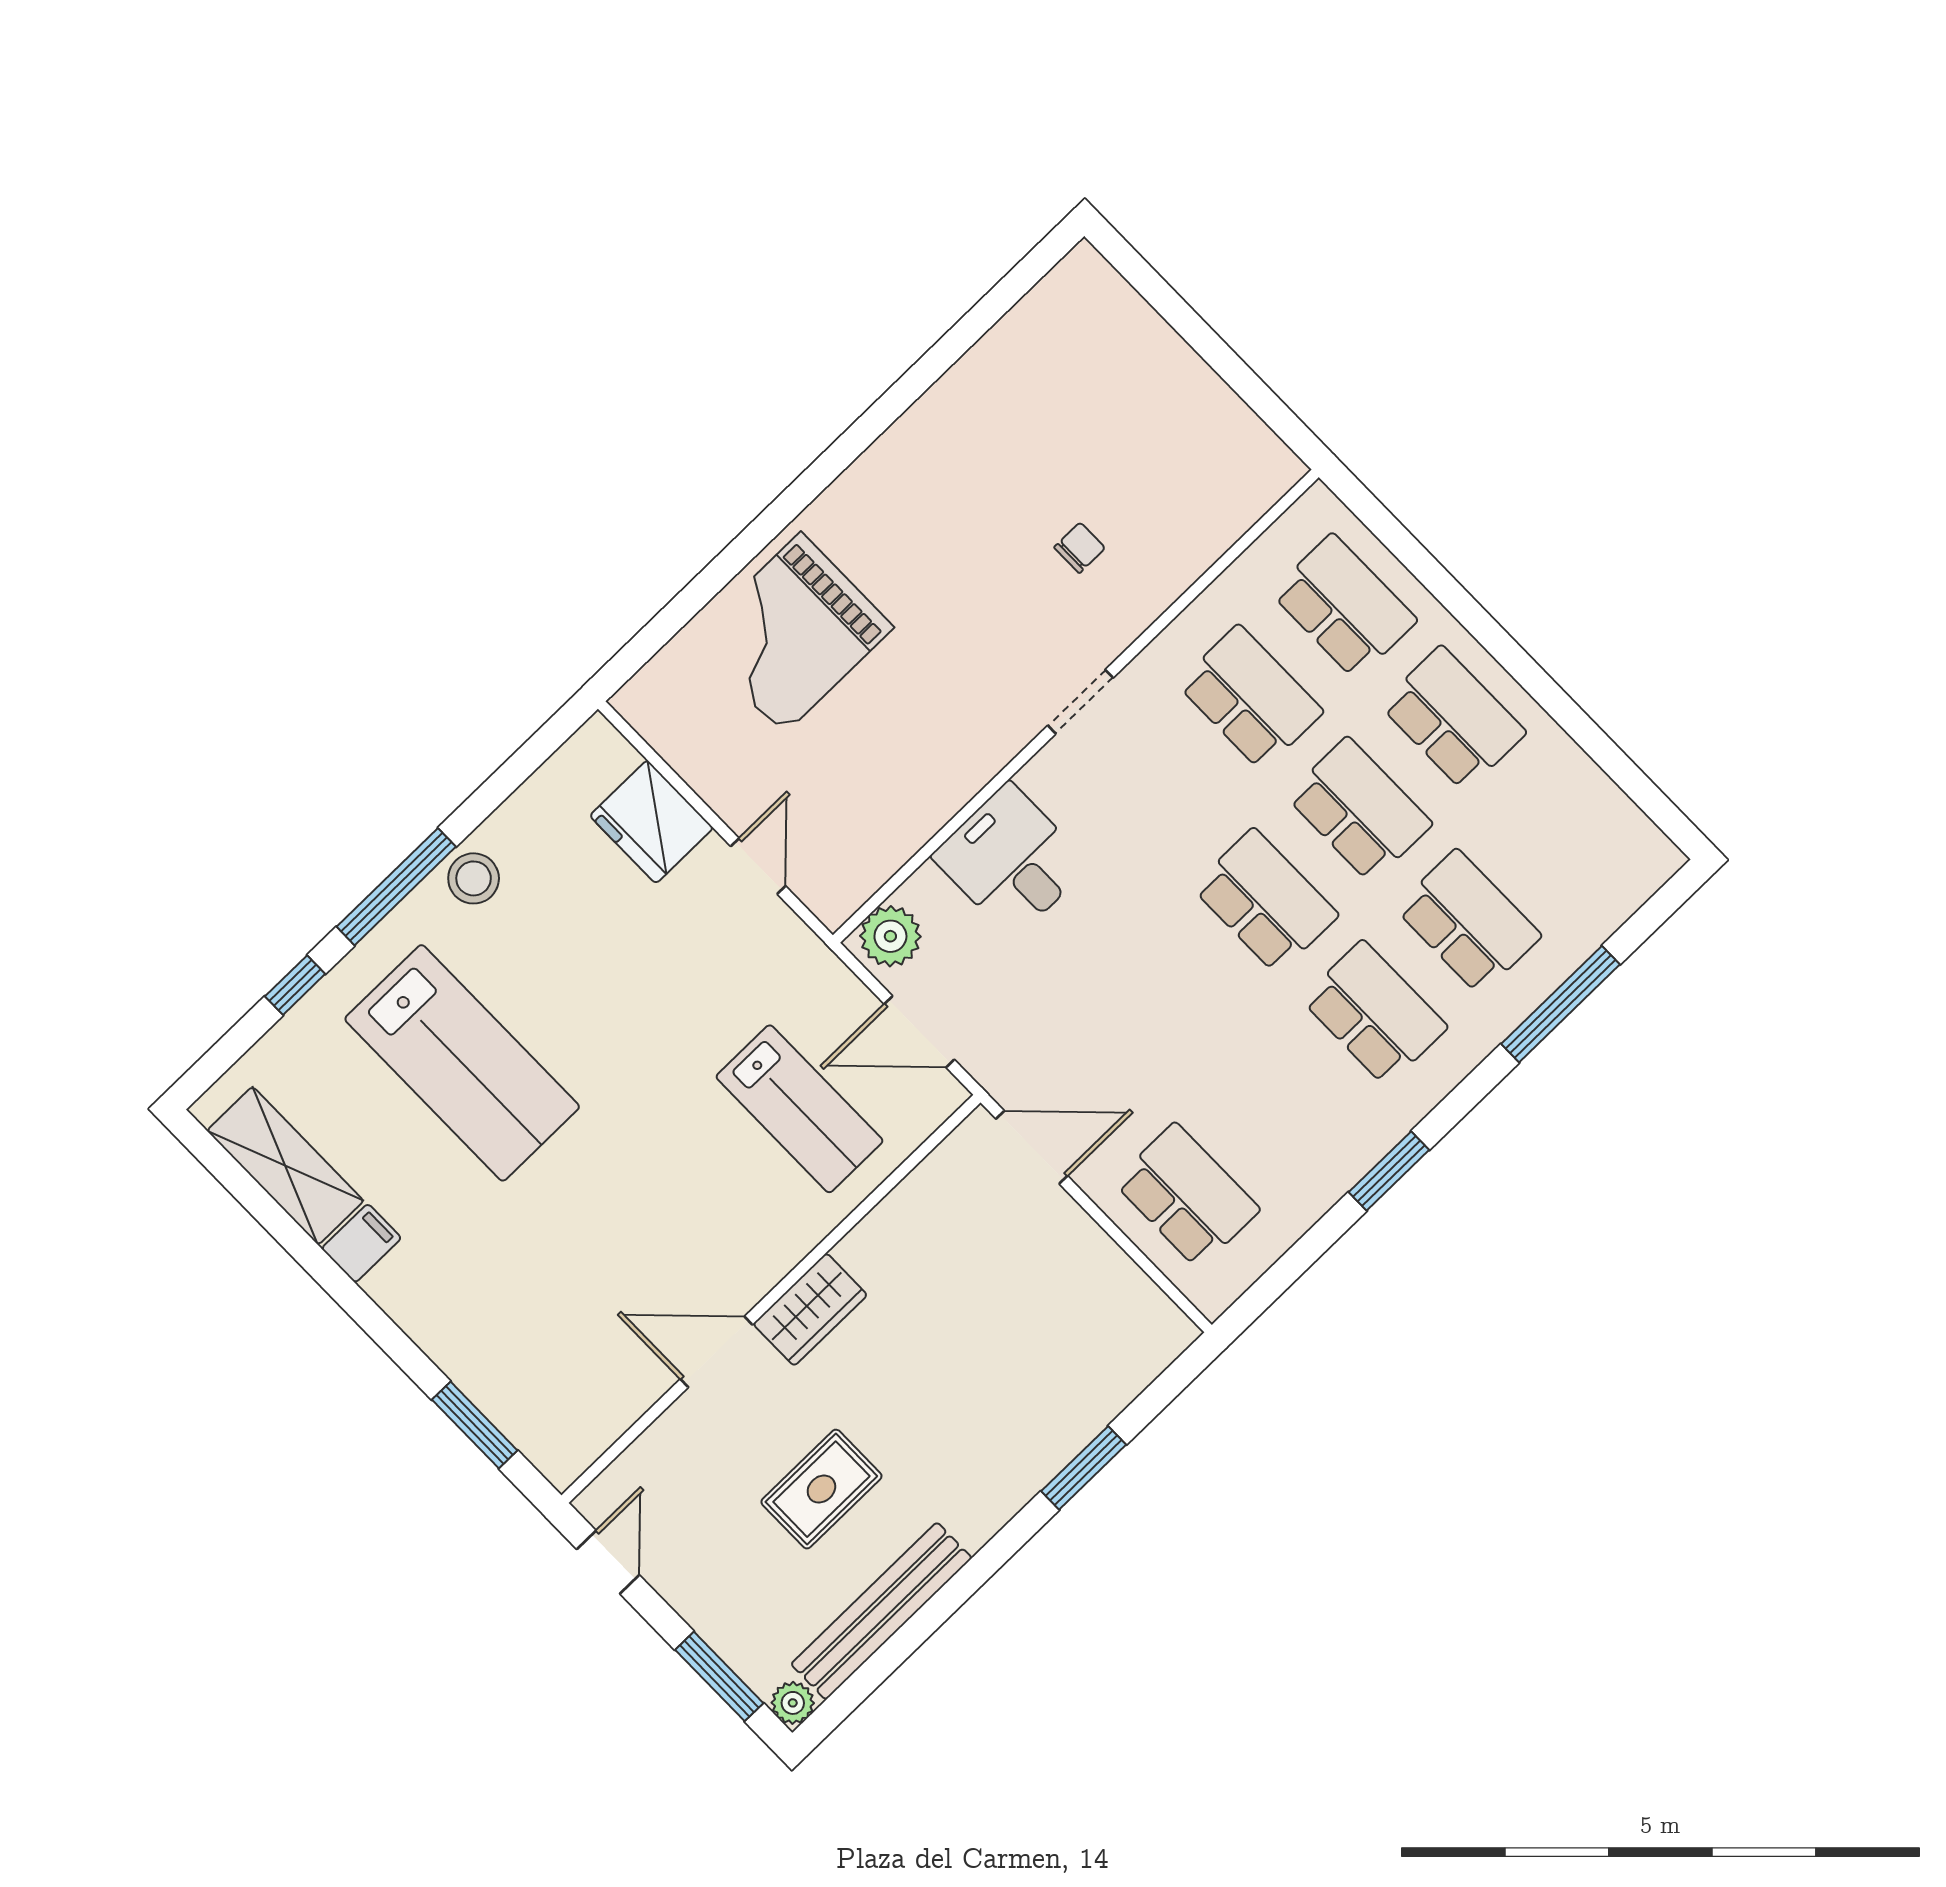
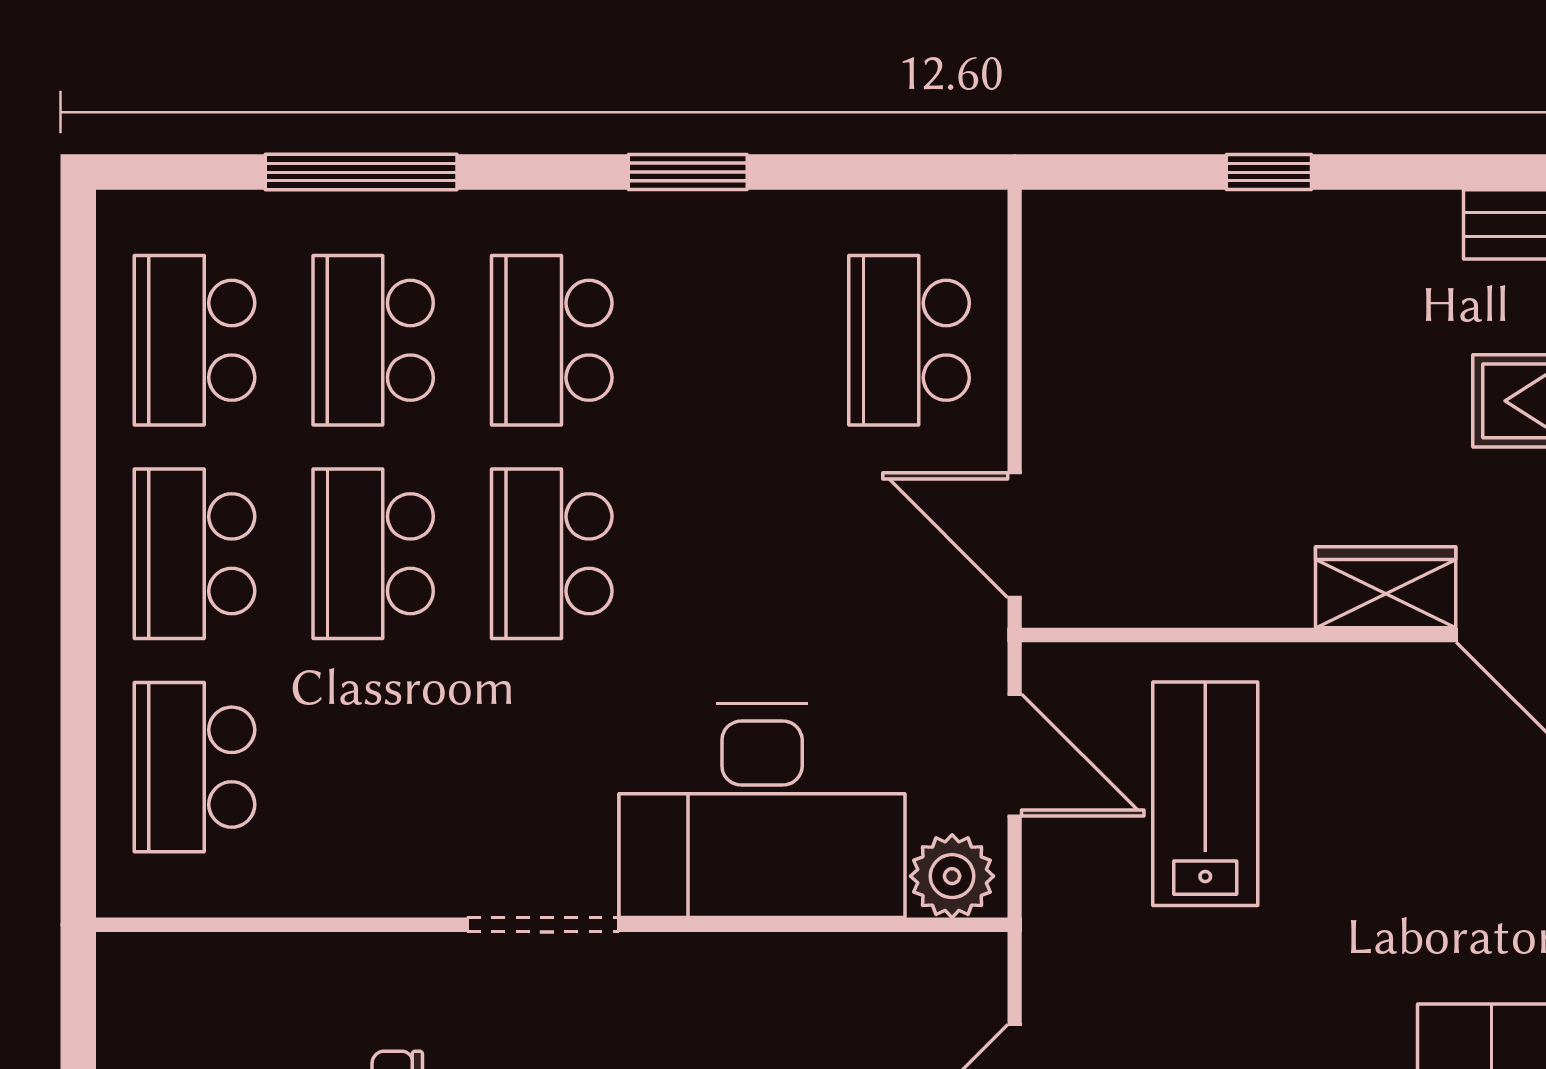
school desk: (1250, 698) -> (194, 340), moved
doorway: (1080, 702) -> (543, 925), width x1.38
desk: (1011, 861) -> (762, 811), width x1.87, depth x1.30
window: (1084, 1468) -> (1269, 172), width x0.67

